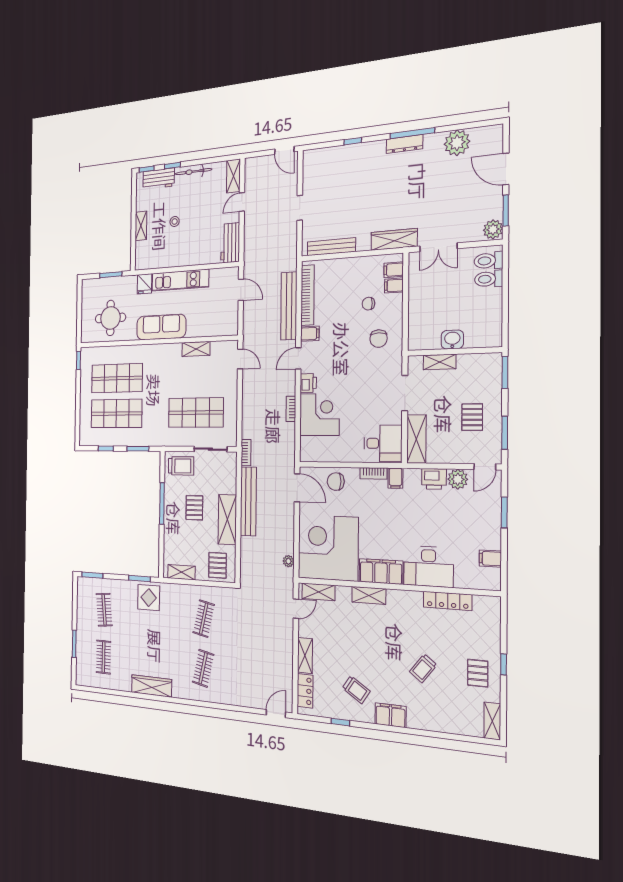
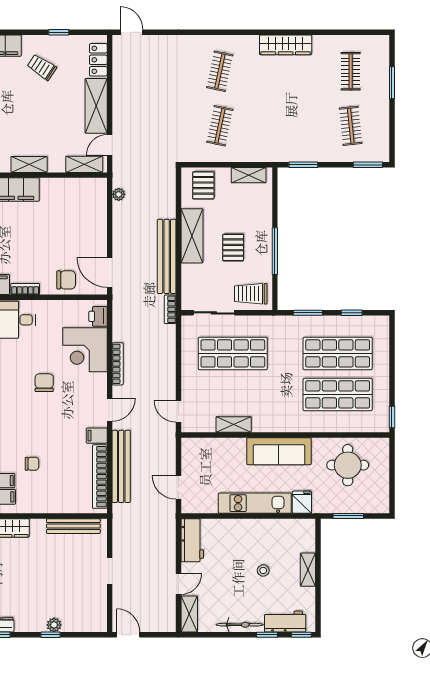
plant: (349, 151) -> (54, 625), added
chair: (379, 339) -> (44, 383), moved
printer: (308, 383) -> (98, 316), moved
bookcase: (291, 409) -> (118, 364), width x1.56
corner desk: (328, 548) -> (74, 211), removed
display table: (149, 598) -> (291, 144), removed
shelving: (305, 655) -> (96, 106), width x1.50, depth x1.33
door: (276, 714) -> (131, 32), swing flipped

